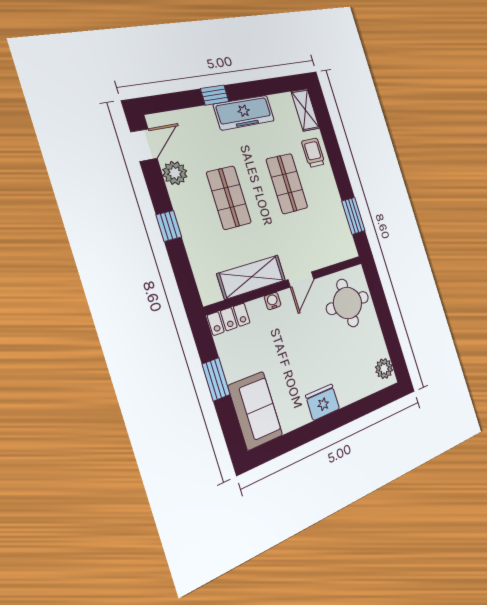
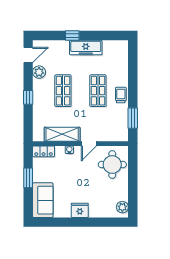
shelving: (305, 110) -> (123, 52), removed
trolley: (313, 153) -> (121, 95), moved

